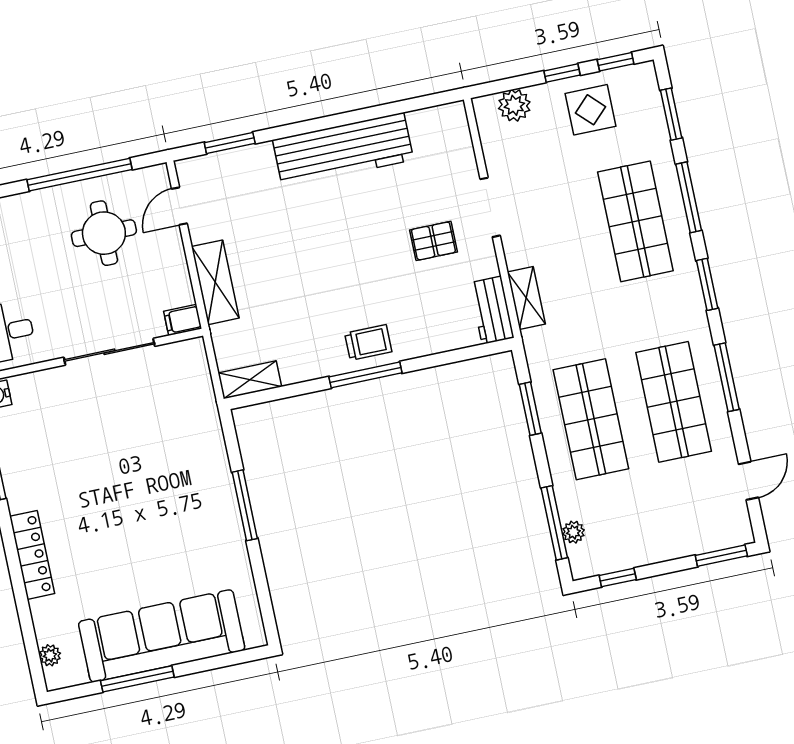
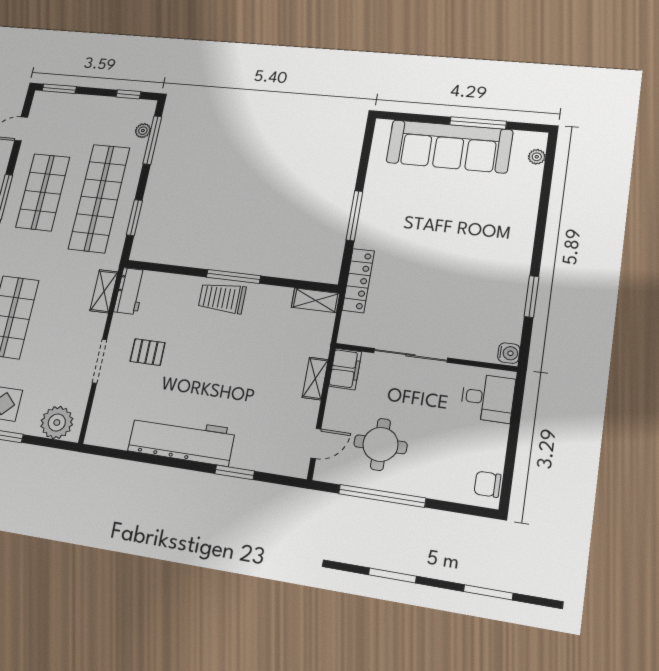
plant: (514, 105) -> (57, 423), width x1.36, depth x1.36
window: (230, 143) -> (235, 472), moved
shelving: (215, 282) -> (315, 378), width x0.67, depth x0.75
filing cabinet: (183, 320) -> (345, 369), width x2.00
trolley: (368, 342) -> (222, 298), width x1.36, depth x1.39
shop shelf: (591, 419) -> (99, 198), width x1.40
locker: (32, 555) -> (358, 281), moved, turned 180

